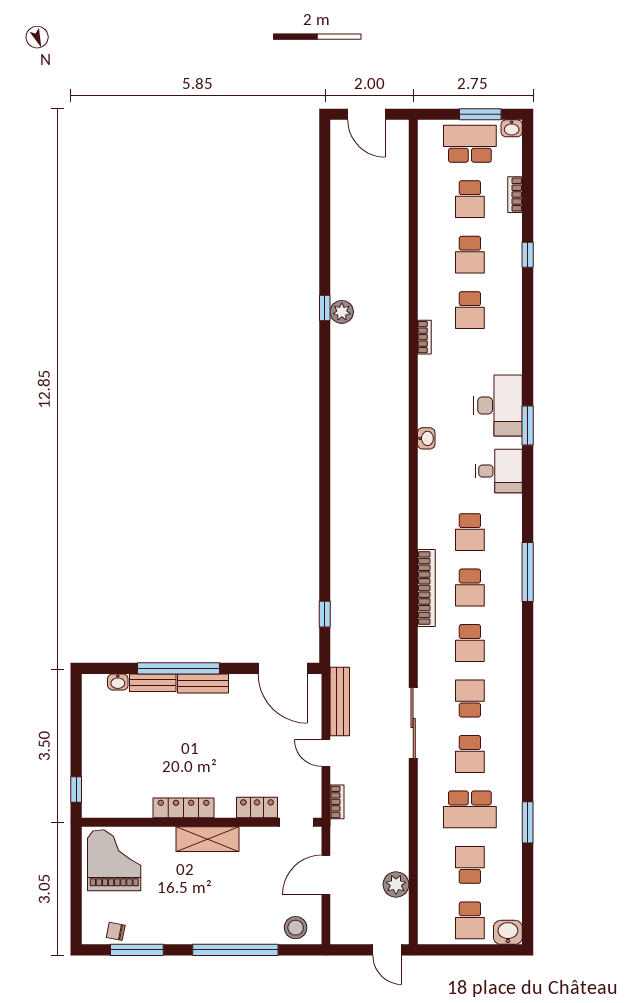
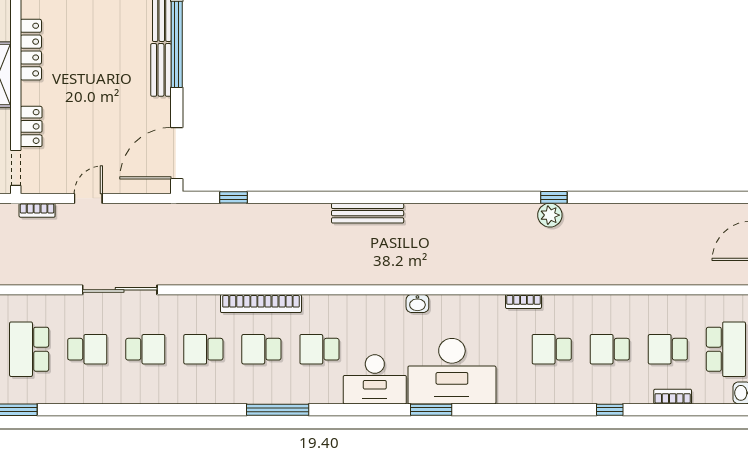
desk: (498, 405) -> (452, 371), width x1.36, depth x1.30
desk: (499, 471) -> (375, 379), width x1.37
bench: (340, 702) -> (368, 213), moved
school desk: (470, 754) -> (87, 349), turned 180

